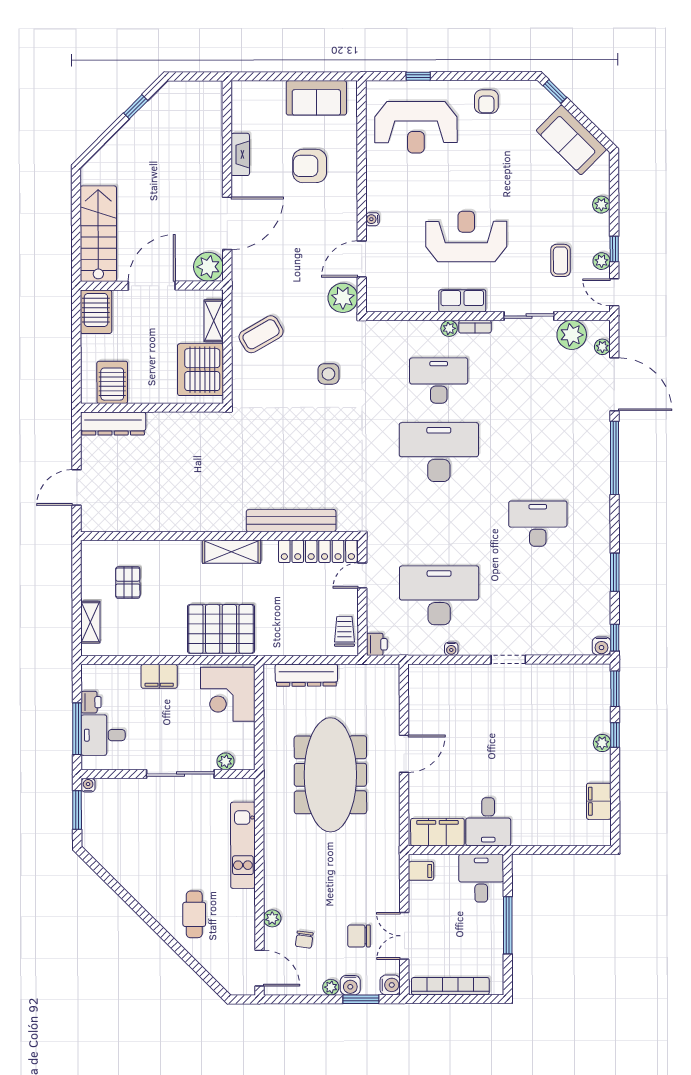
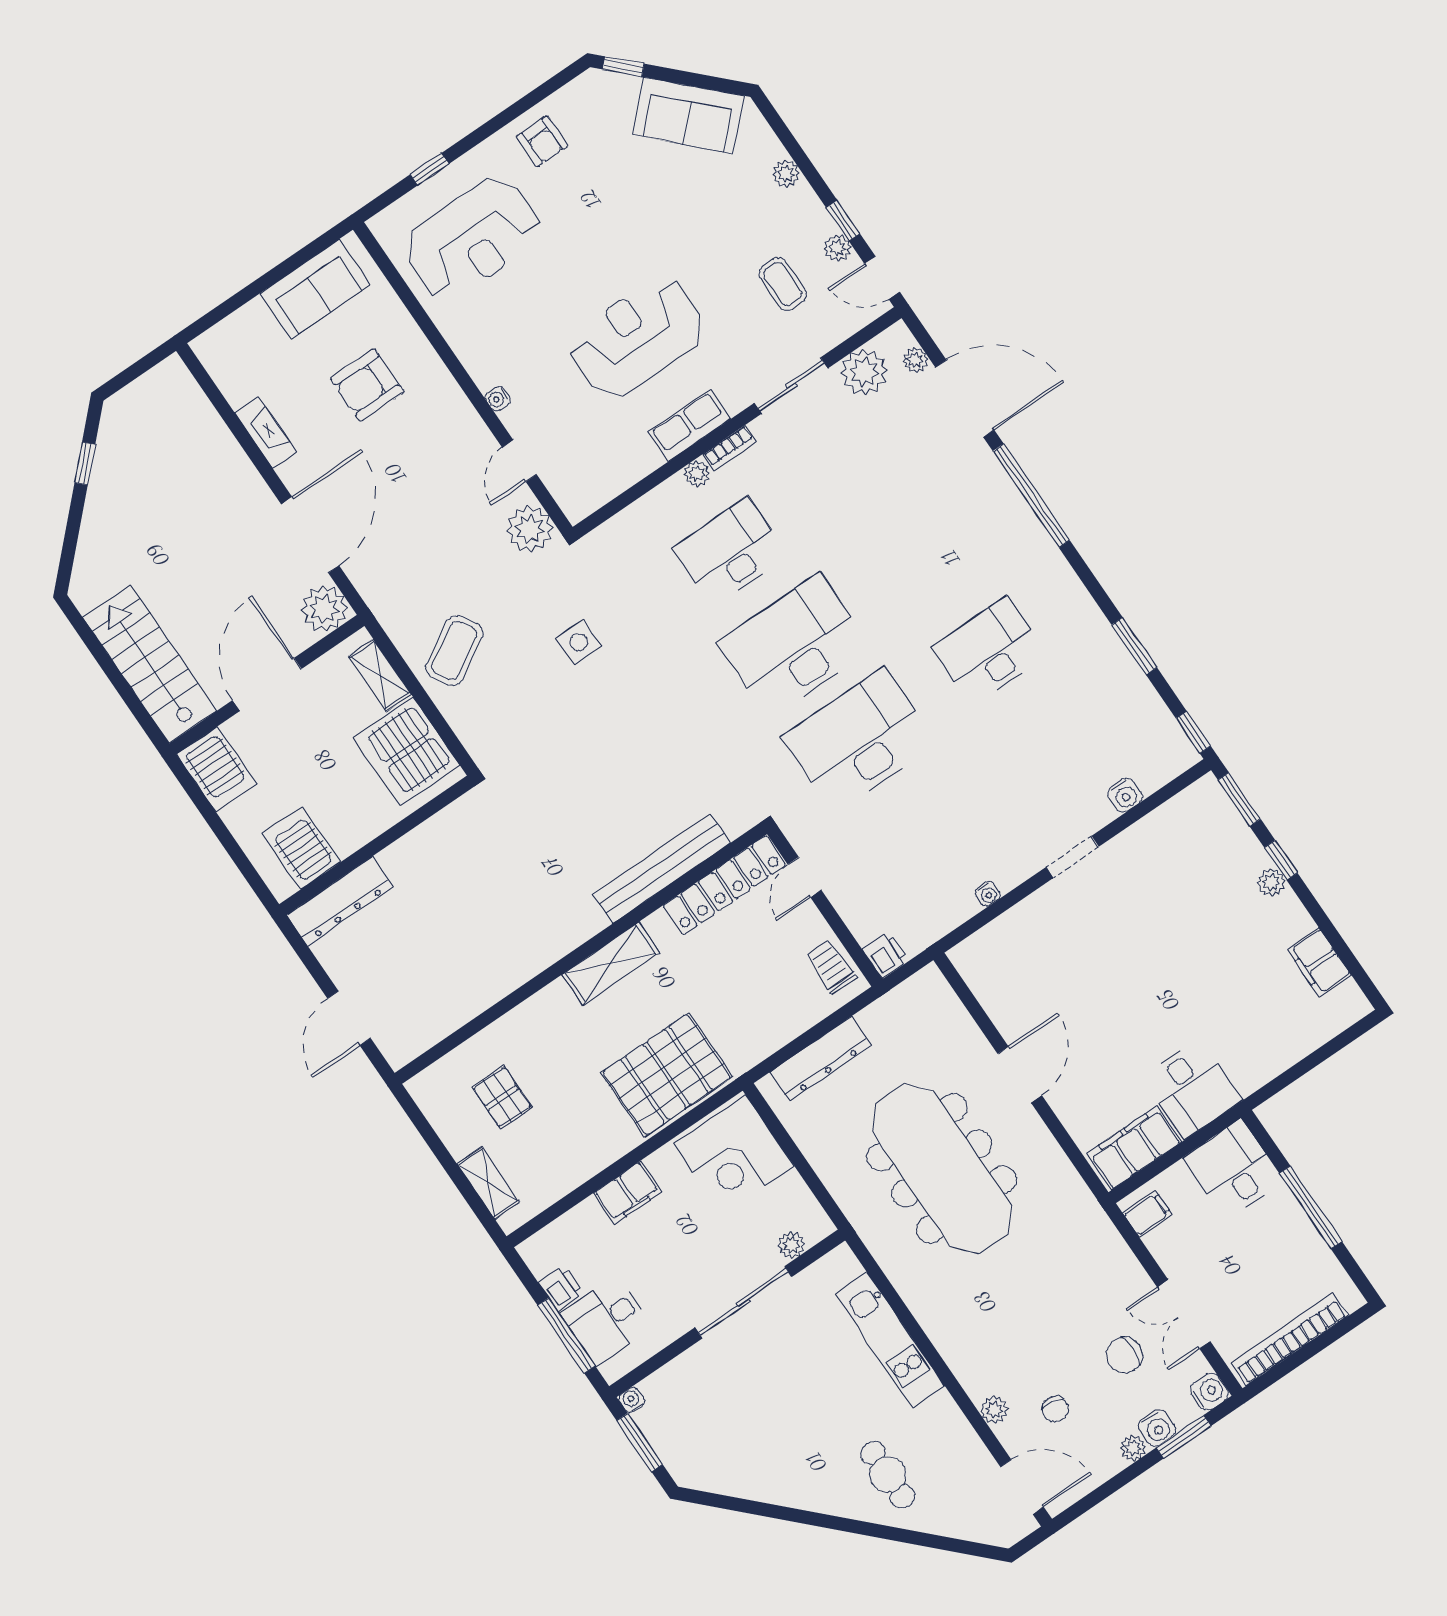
door: (362, 259) -> (519, 461), width x0.73
desk: (439, 595) -> (859, 740), moved
water cooler: (601, 646) -> (1125, 795), moved

